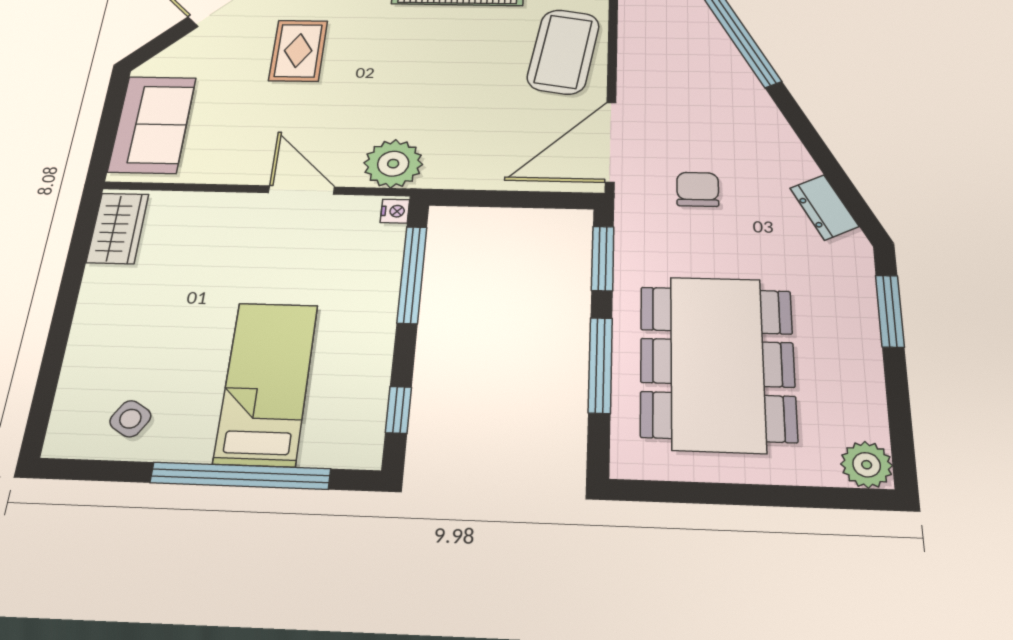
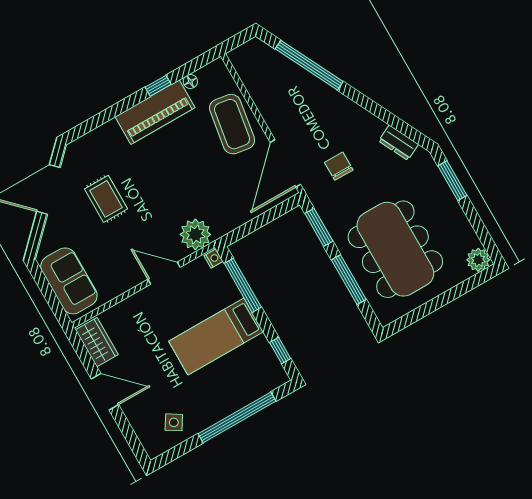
door: (65, 306) -> (105, 392), added
bed: (266, 383) -> (216, 337), moved, turned -90

